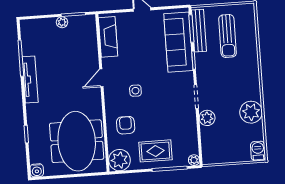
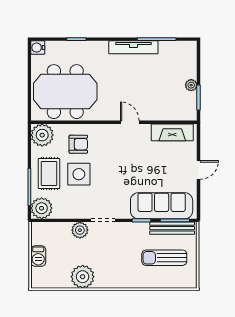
side table: (135, 91) -> (79, 174), moved, width x1.87, depth x1.87
barbecue: (258, 151) -> (38, 256), moved, turned 90
plant: (194, 160) -> (42, 208), width x1.87, depth x1.87

